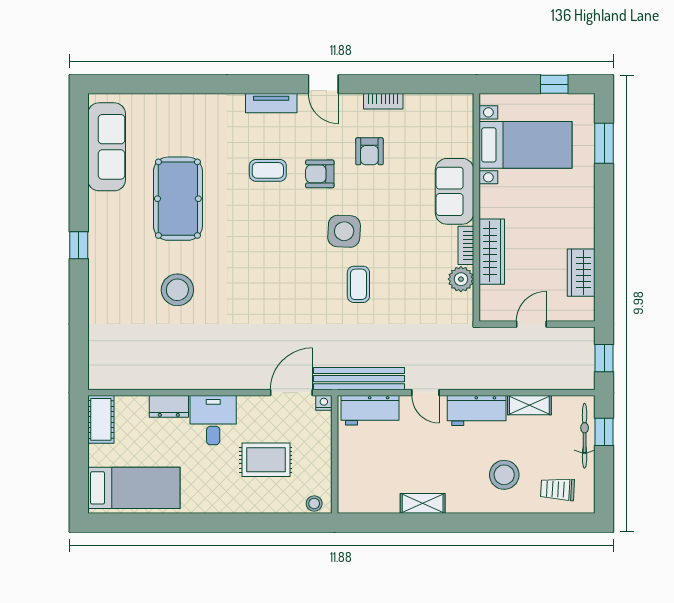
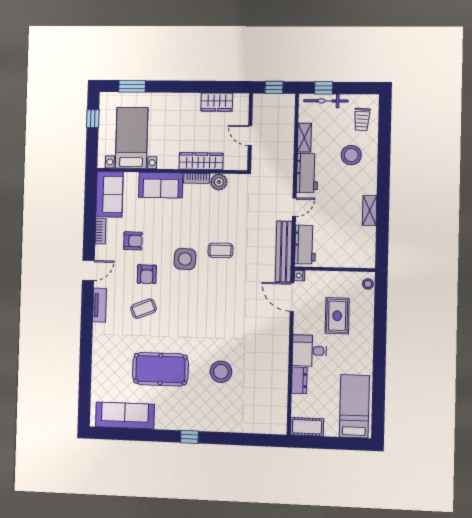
sofa: (439, 113) -> (109, 194), added
coffee table: (268, 170) -> (143, 309), turned 68

